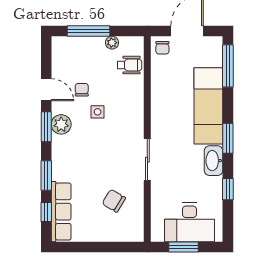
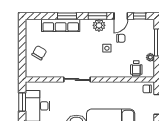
chair: (114, 201) -> (39, 53), moved
window: (46, 212) -> (140, 16), moved
row of seats: (61, 212) -> (61, 25), moved

